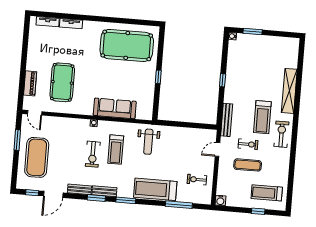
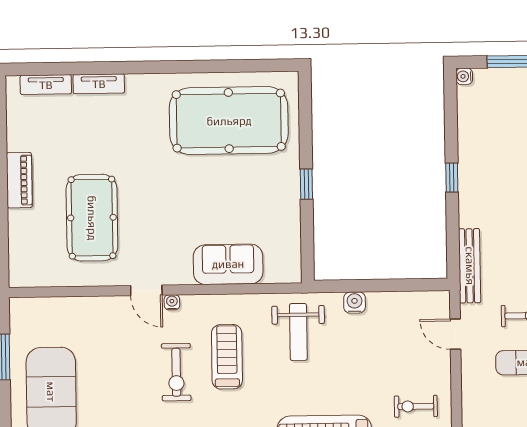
piano: (30, 83) -> (19, 180), moved
sofa: (115, 108) -> (228, 264), width x0.73
door: (35, 113) -> (146, 290), moved
water cooler: (174, 131) -> (355, 303), added
door: (217, 149) -> (455, 334), hinge flipped
treadmill: (116, 150) -> (227, 357), turned 180

